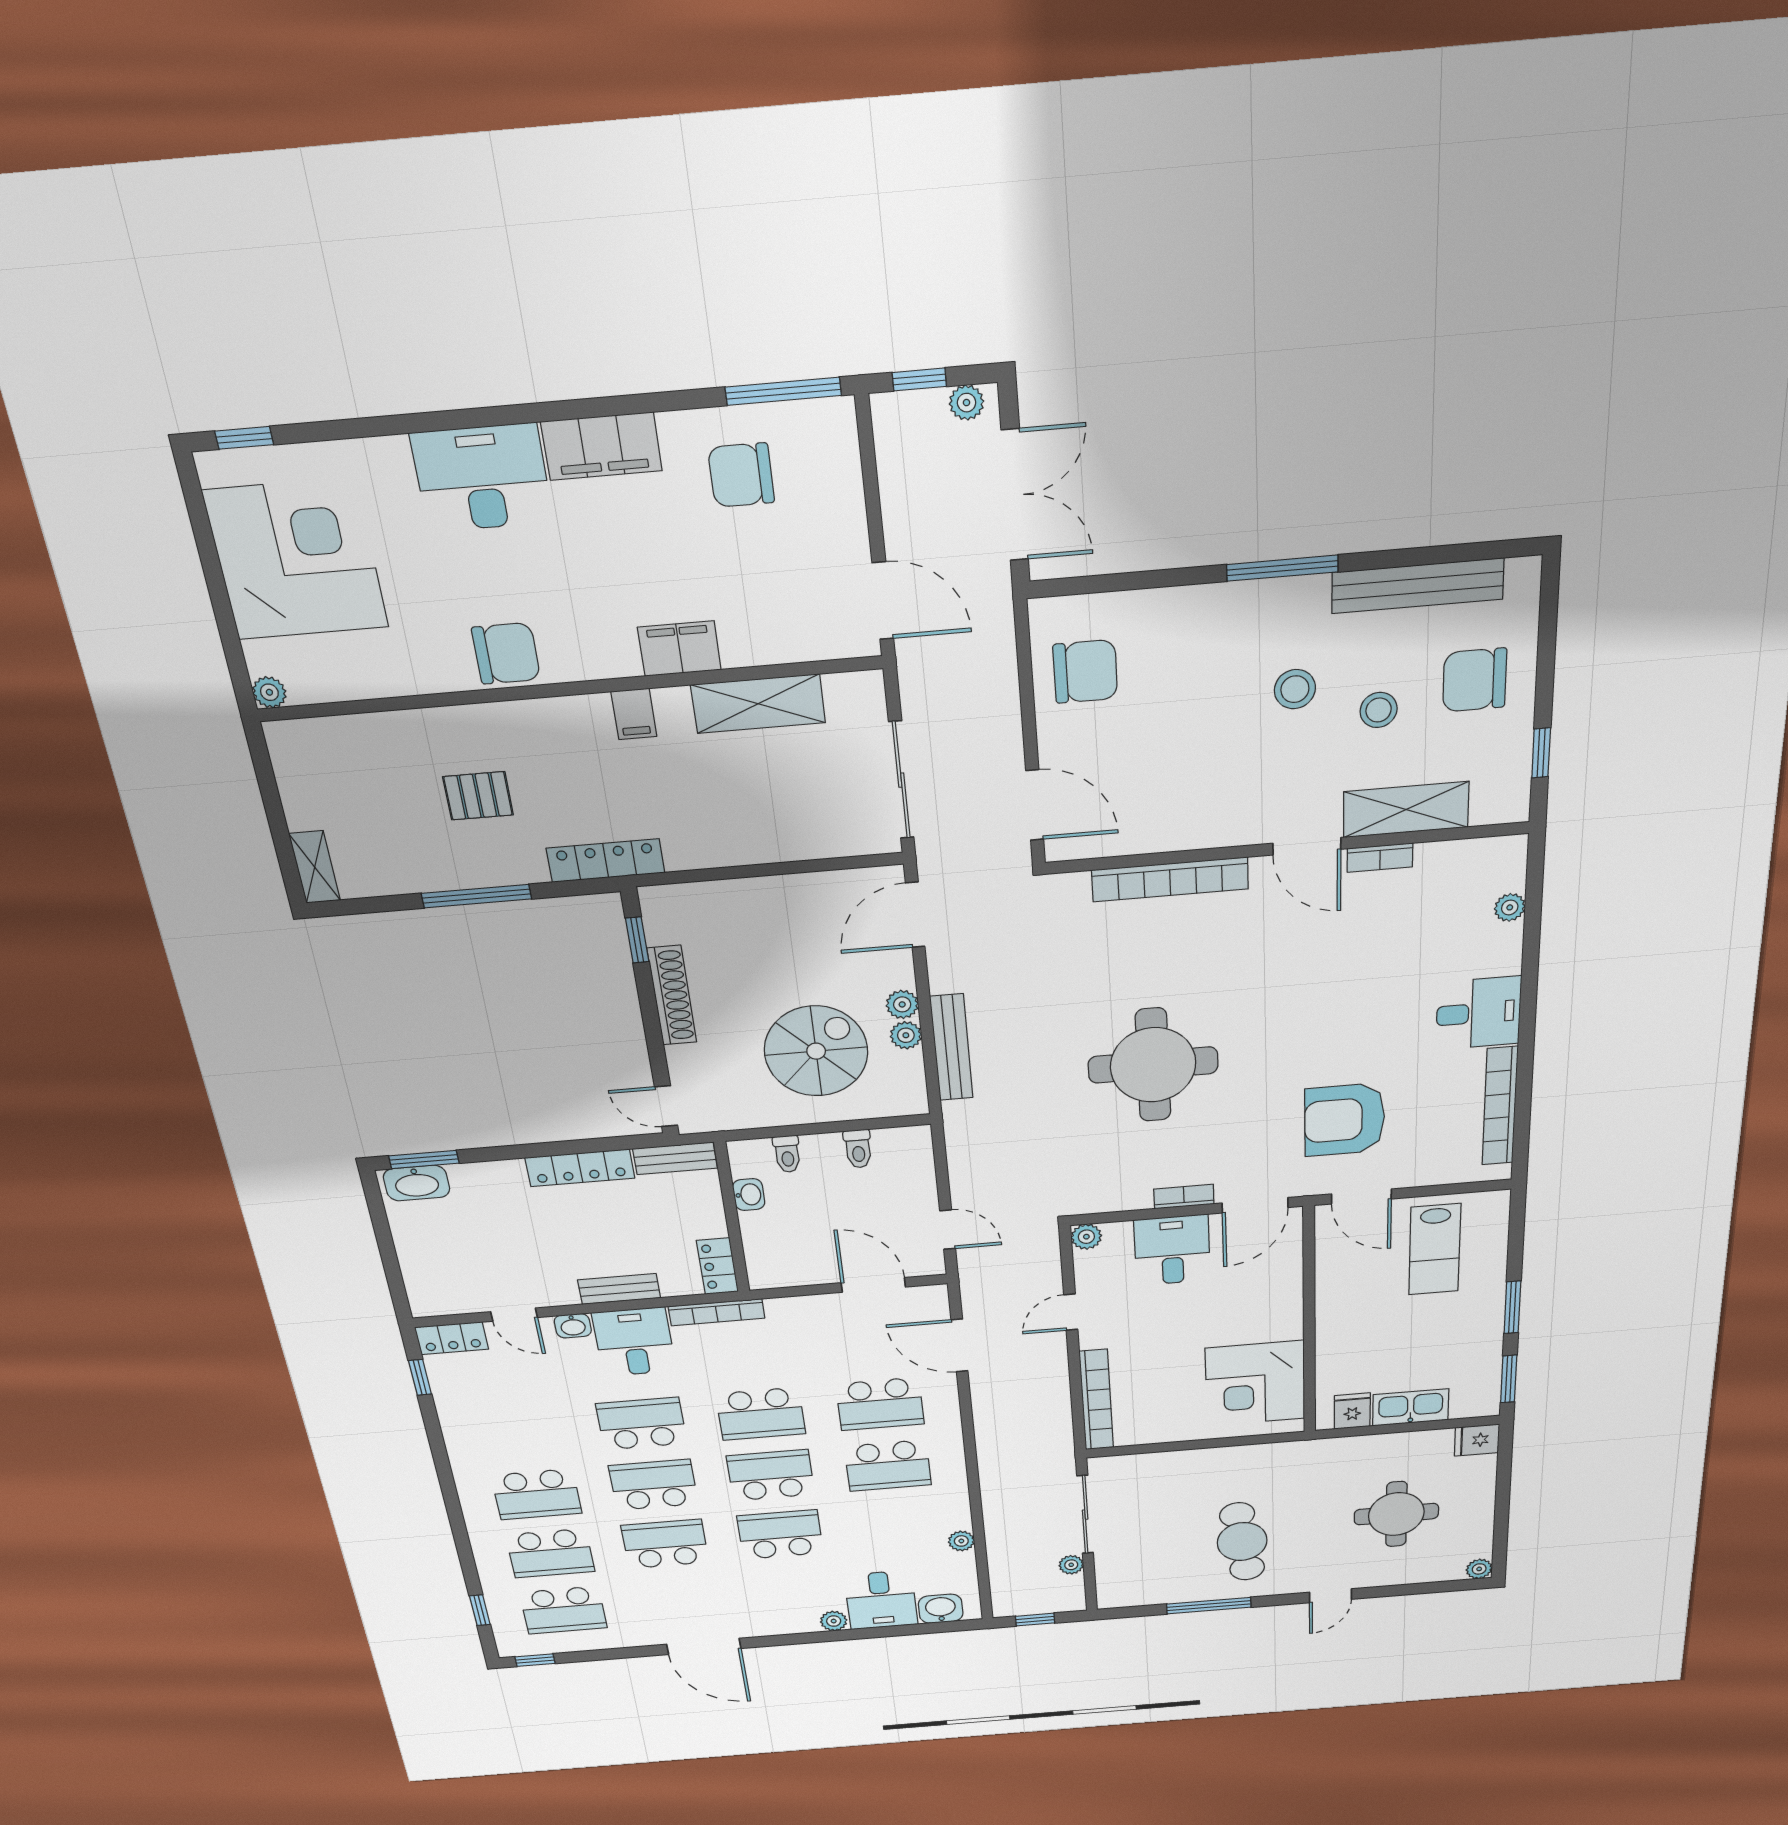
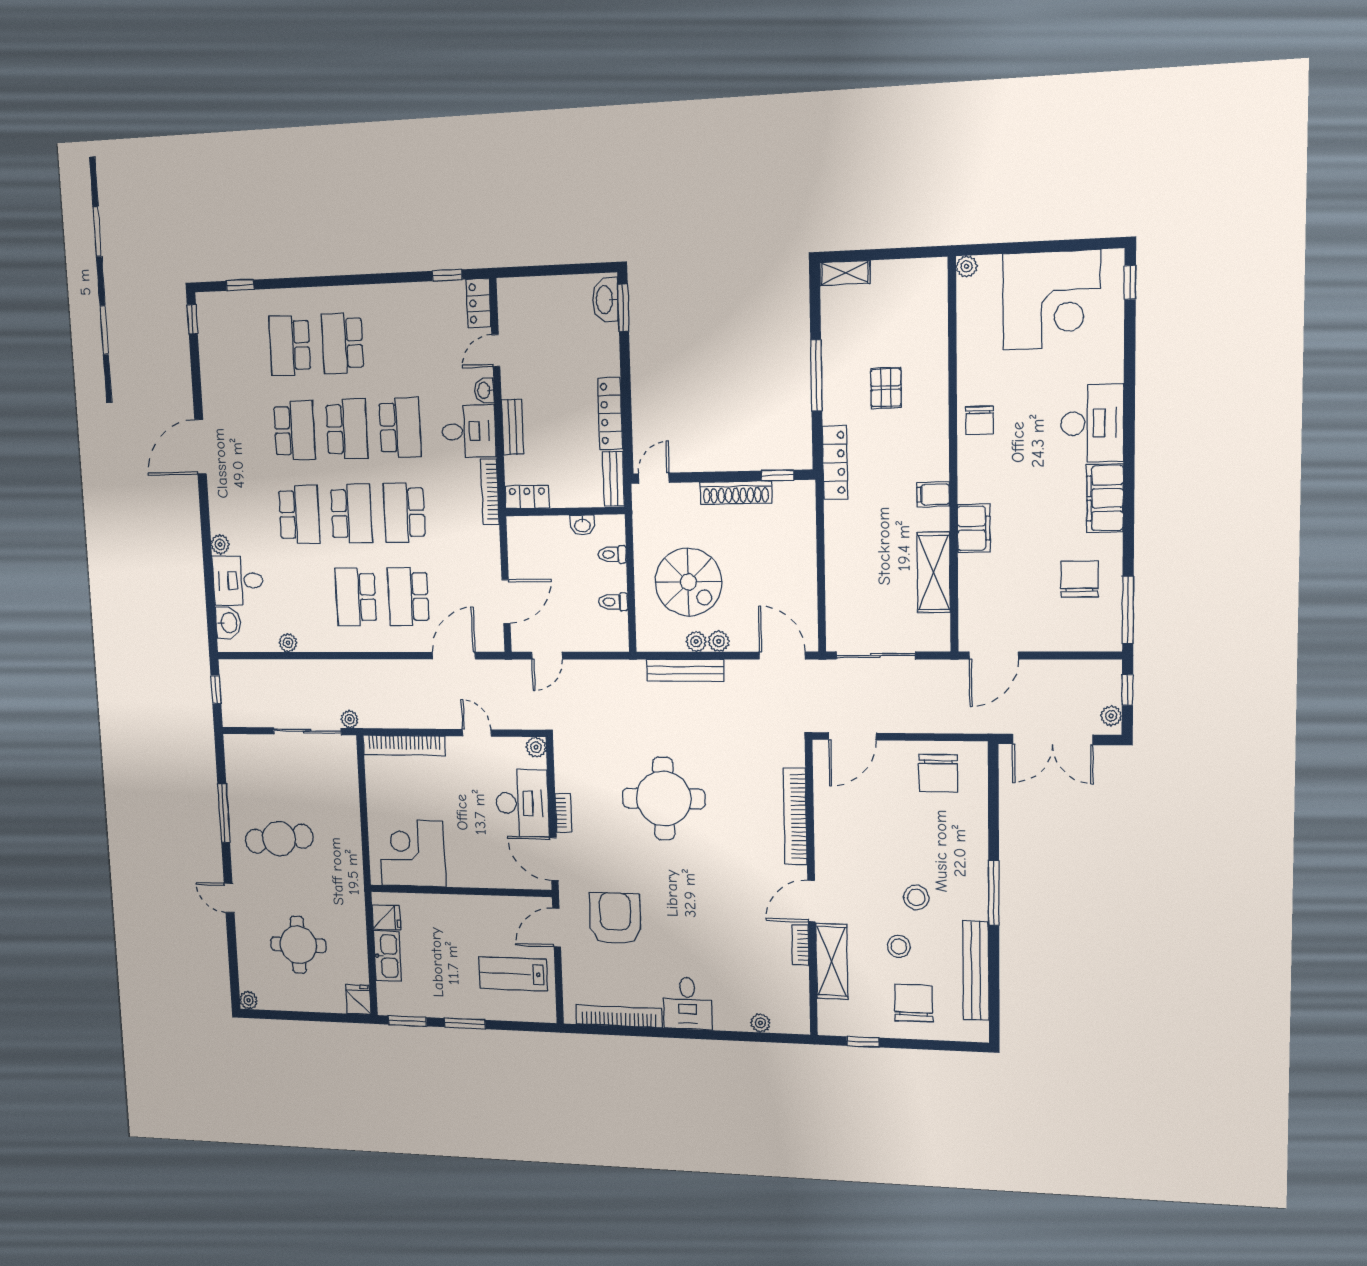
chair: (506, 653) -> (980, 420), width x0.73, depth x0.73
desk: (1172, 1250) -> (522, 803), width x1.37
plant: (1071, 1565) -> (350, 719), moved
school desk: (563, 1610) -> (238, 347), removed

